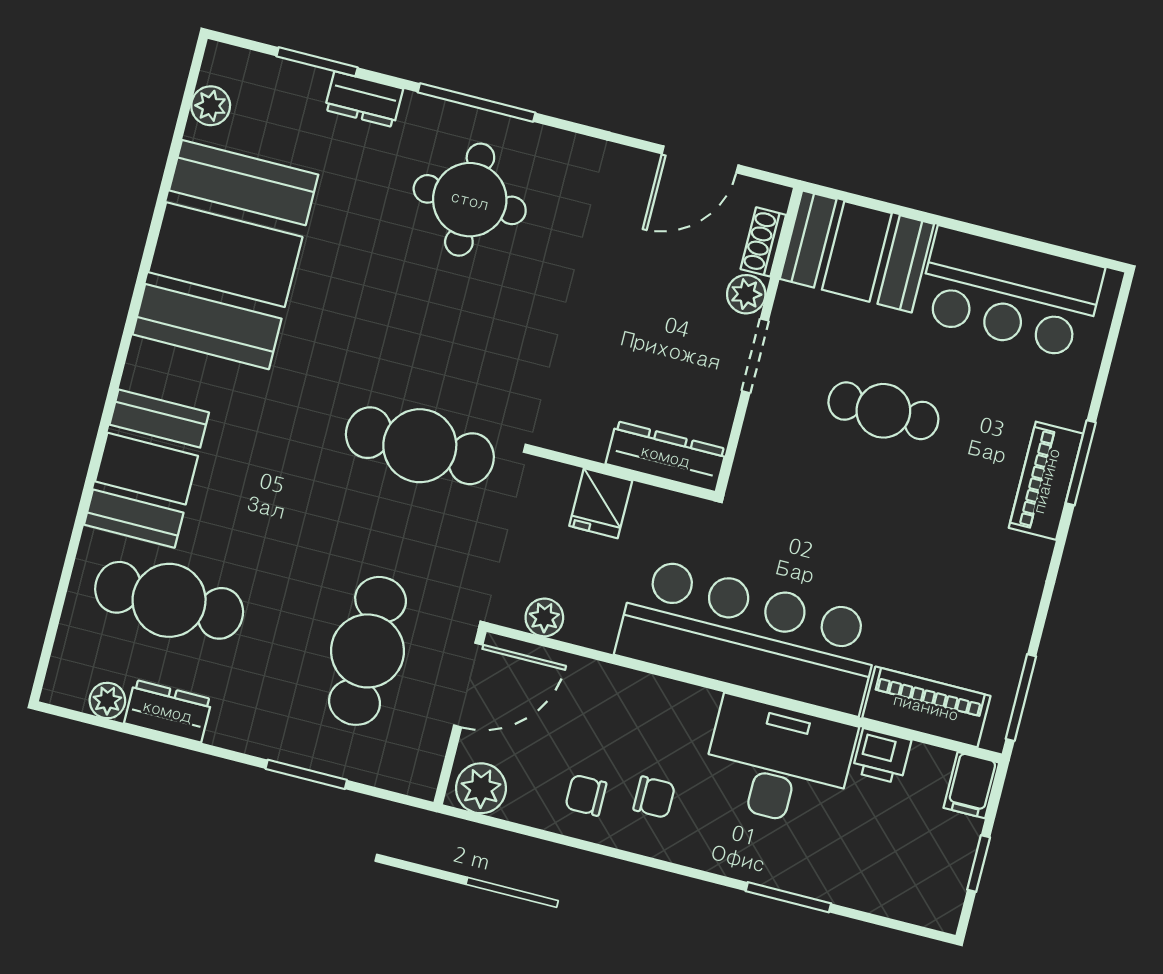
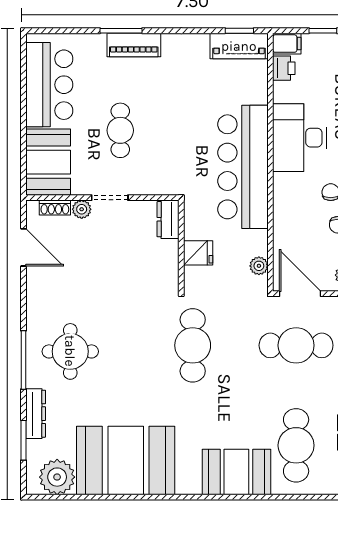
dresser: (364, 99) -> (36, 414), width x1.44
plant: (211, 106) -> (57, 477), width x1.88, depth x1.88
dresser: (666, 456) -> (168, 219), width x0.70
window: (1021, 698) -> (239, 31), width x0.67
piano: (926, 707) -> (239, 46), moved, turned -90
printer: (882, 756) -> (284, 68), moved

